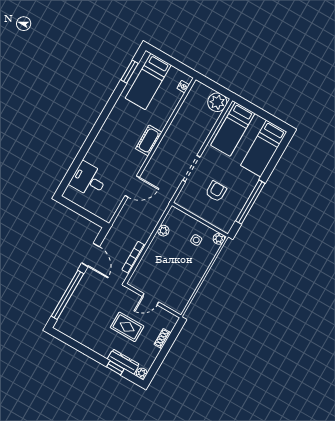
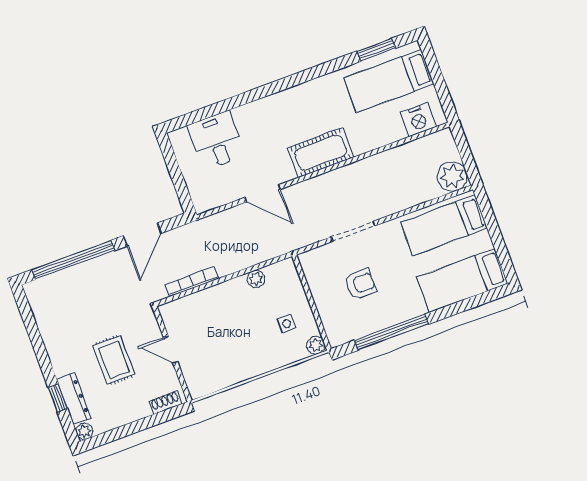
nightstand: (183, 87) -> (418, 120), width x1.89, depth x1.79
cot: (149, 140) -> (321, 153), width x1.37, depth x1.34
shoe rack: (162, 339) -> (165, 403), moved

